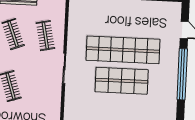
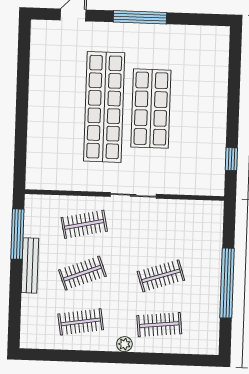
window: (182, 74) -> (140, 17), width x0.68

